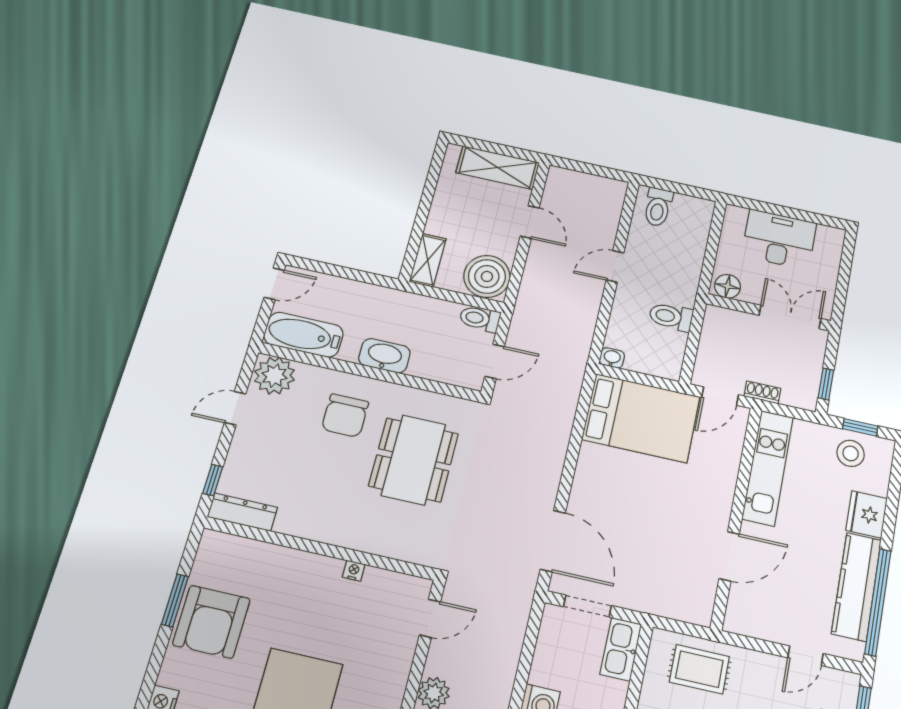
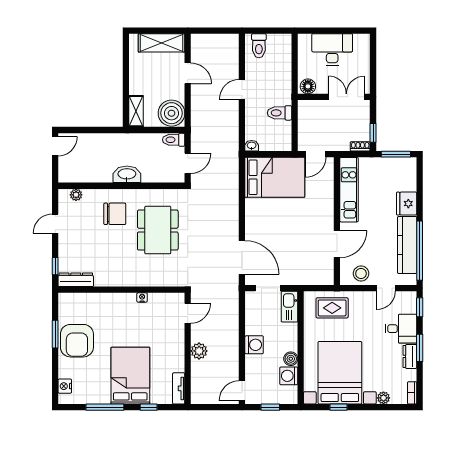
bathtub: (303, 335) -> (80, 173), removed
plant: (274, 376) -> (76, 195), width x0.53, depth x0.53
shoe rack: (762, 392) -> (360, 146), moved
chair: (345, 416) -> (115, 214), turned -90
window: (860, 427) -> (396, 154), width x1.50
stool: (851, 453) -> (361, 273), moved

